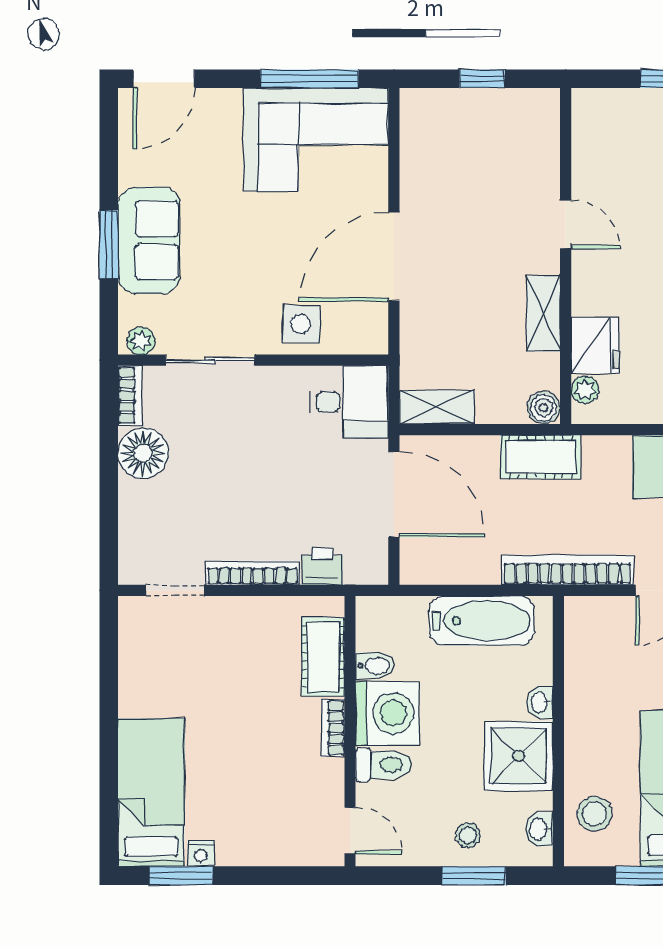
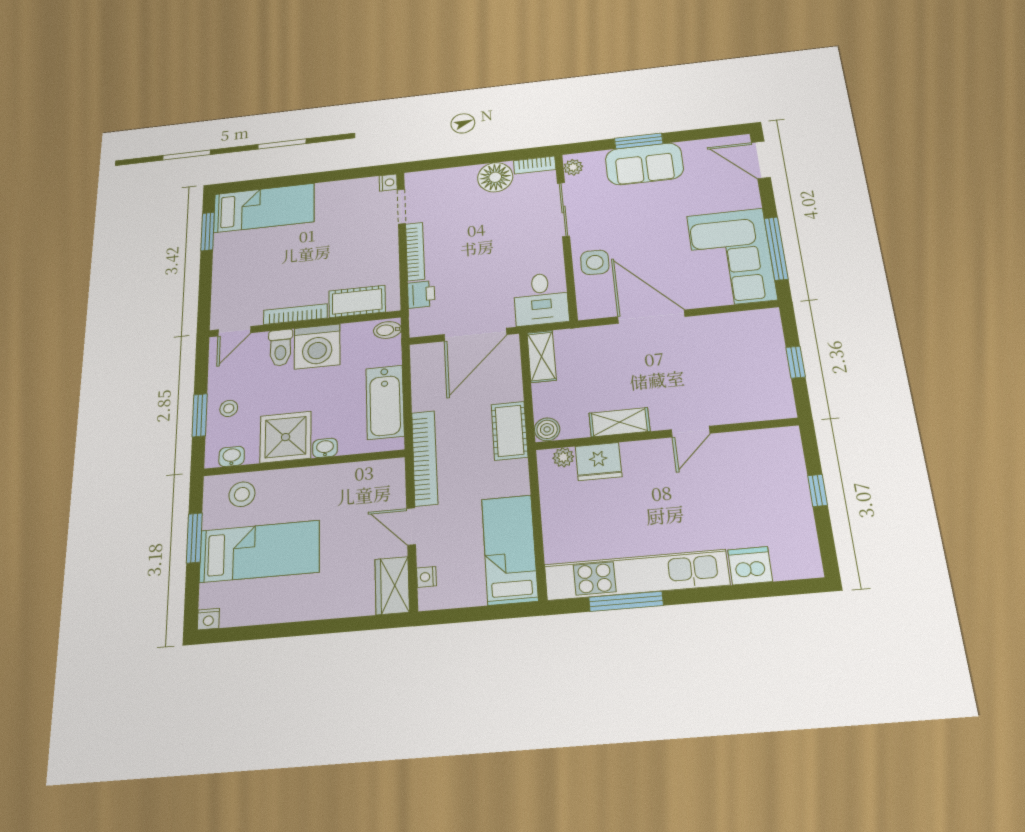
bidet: (375, 666) -> (387, 330), moved, turned 90
bookcase: (333, 728) -> (295, 314), width x1.56
nightstand: (201, 854) -> (388, 183), moved, turned 180

